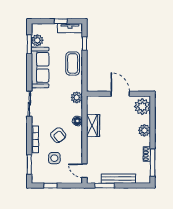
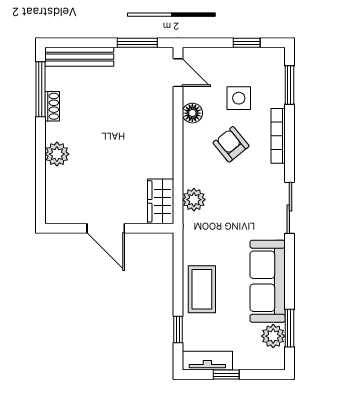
plant: (77, 97) -> (194, 200), moved
plant: (142, 107) -> (61, 202), removed
floor lamp: (77, 121) -> (192, 113), moved
wardrobe: (93, 126) -> (161, 201), moved
bench: (118, 179) -> (79, 57), moved

